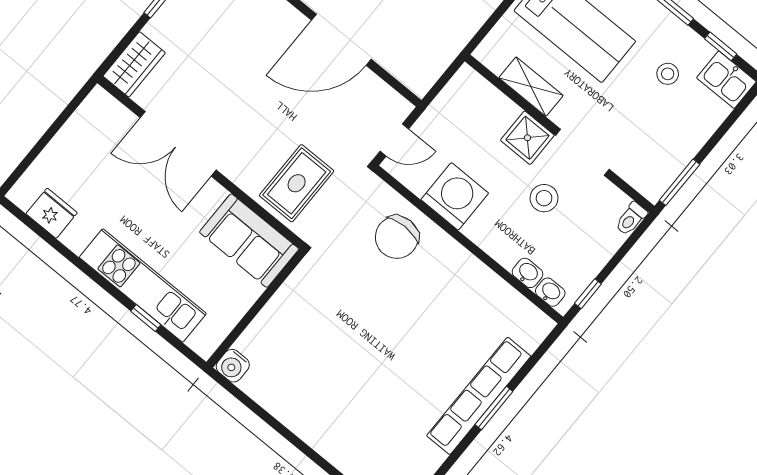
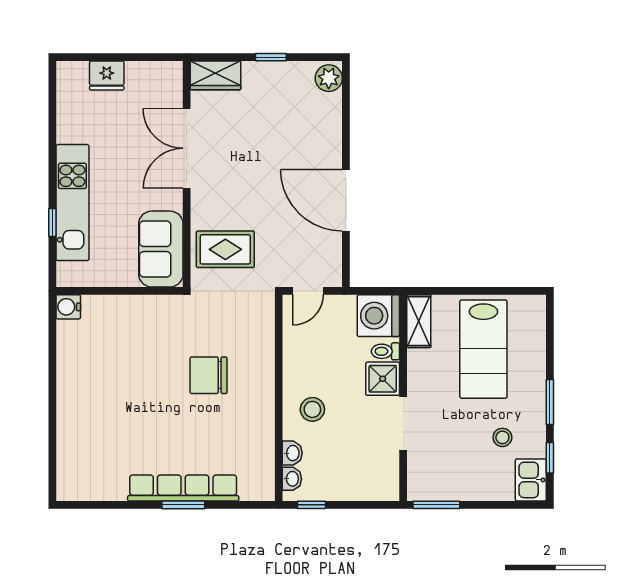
shelving: (531, 87) -> (419, 321), moved
door: (394, 140) -> (308, 291), hinge flipped
washing machine: (455, 196) -> (378, 316), moved, turned 180
stool: (544, 198) -> (312, 409), moved
fridge: (52, 213) -> (107, 75), moved, turned 90
toilet: (631, 219) -> (385, 351), moved
chair: (397, 237) -> (209, 375), moved

